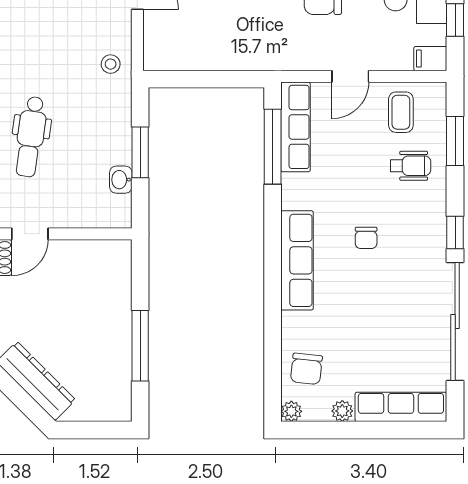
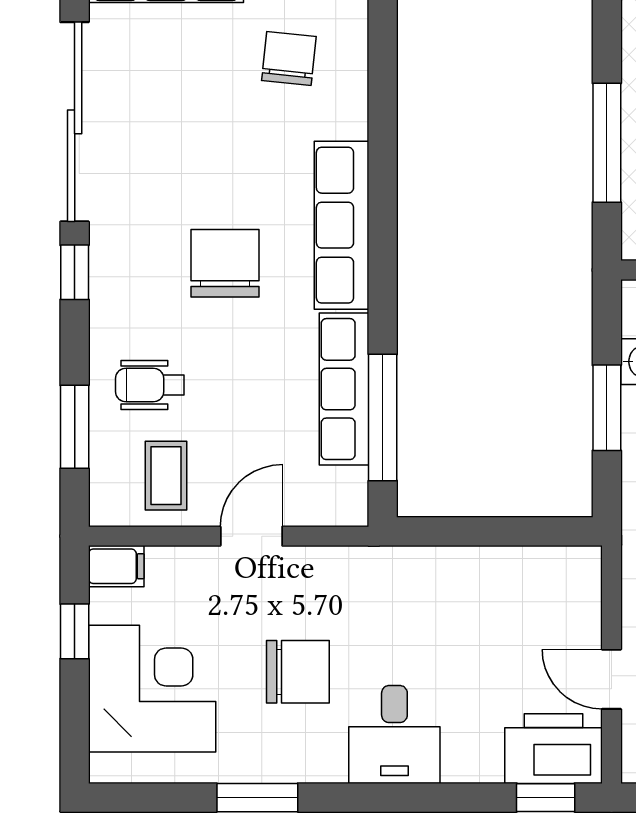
row of seats: (296, 127) -> (344, 389), moved
chair: (366, 238) -> (225, 263), width x1.87, depth x1.87
window: (140, 346) -> (607, 143), moved
chair: (306, 369) -> (289, 59), moved

